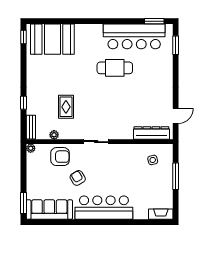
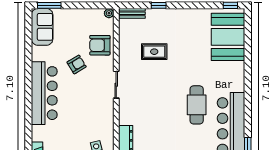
plant: (54, 135) -> (124, 39), removed
armchair: (60, 157) -> (100, 45), turned 90
sofa: (49, 210) -> (42, 27), width x0.73

